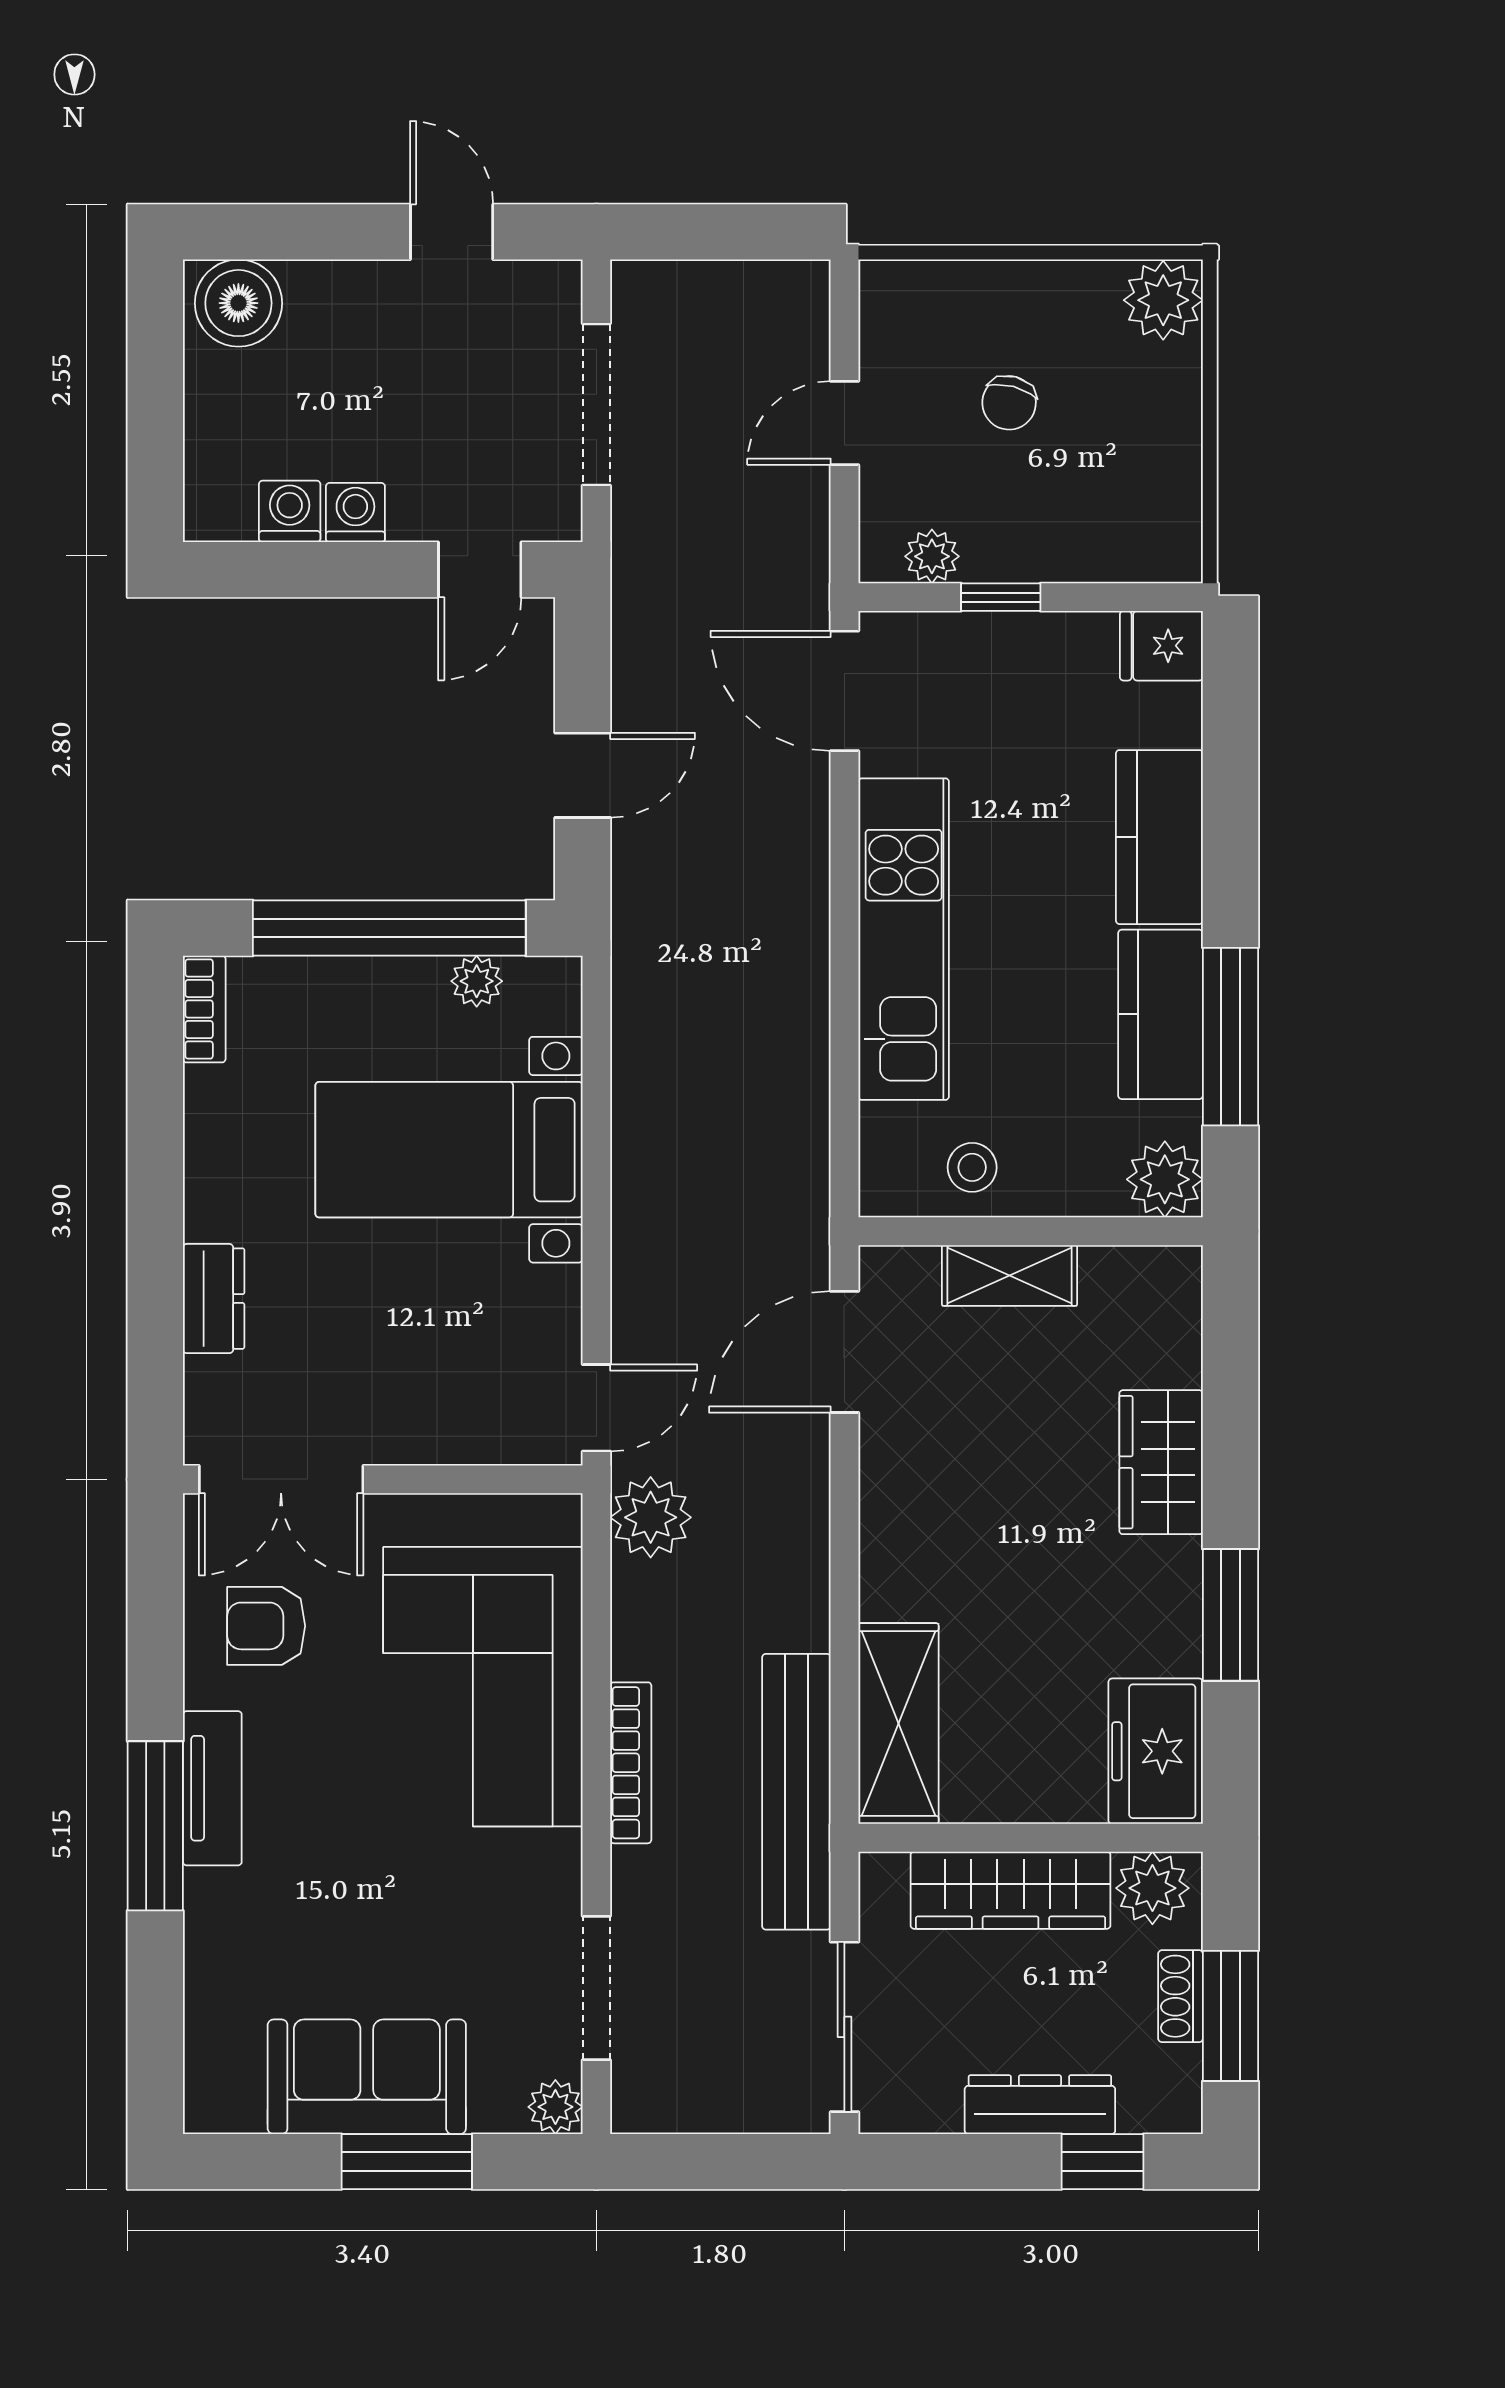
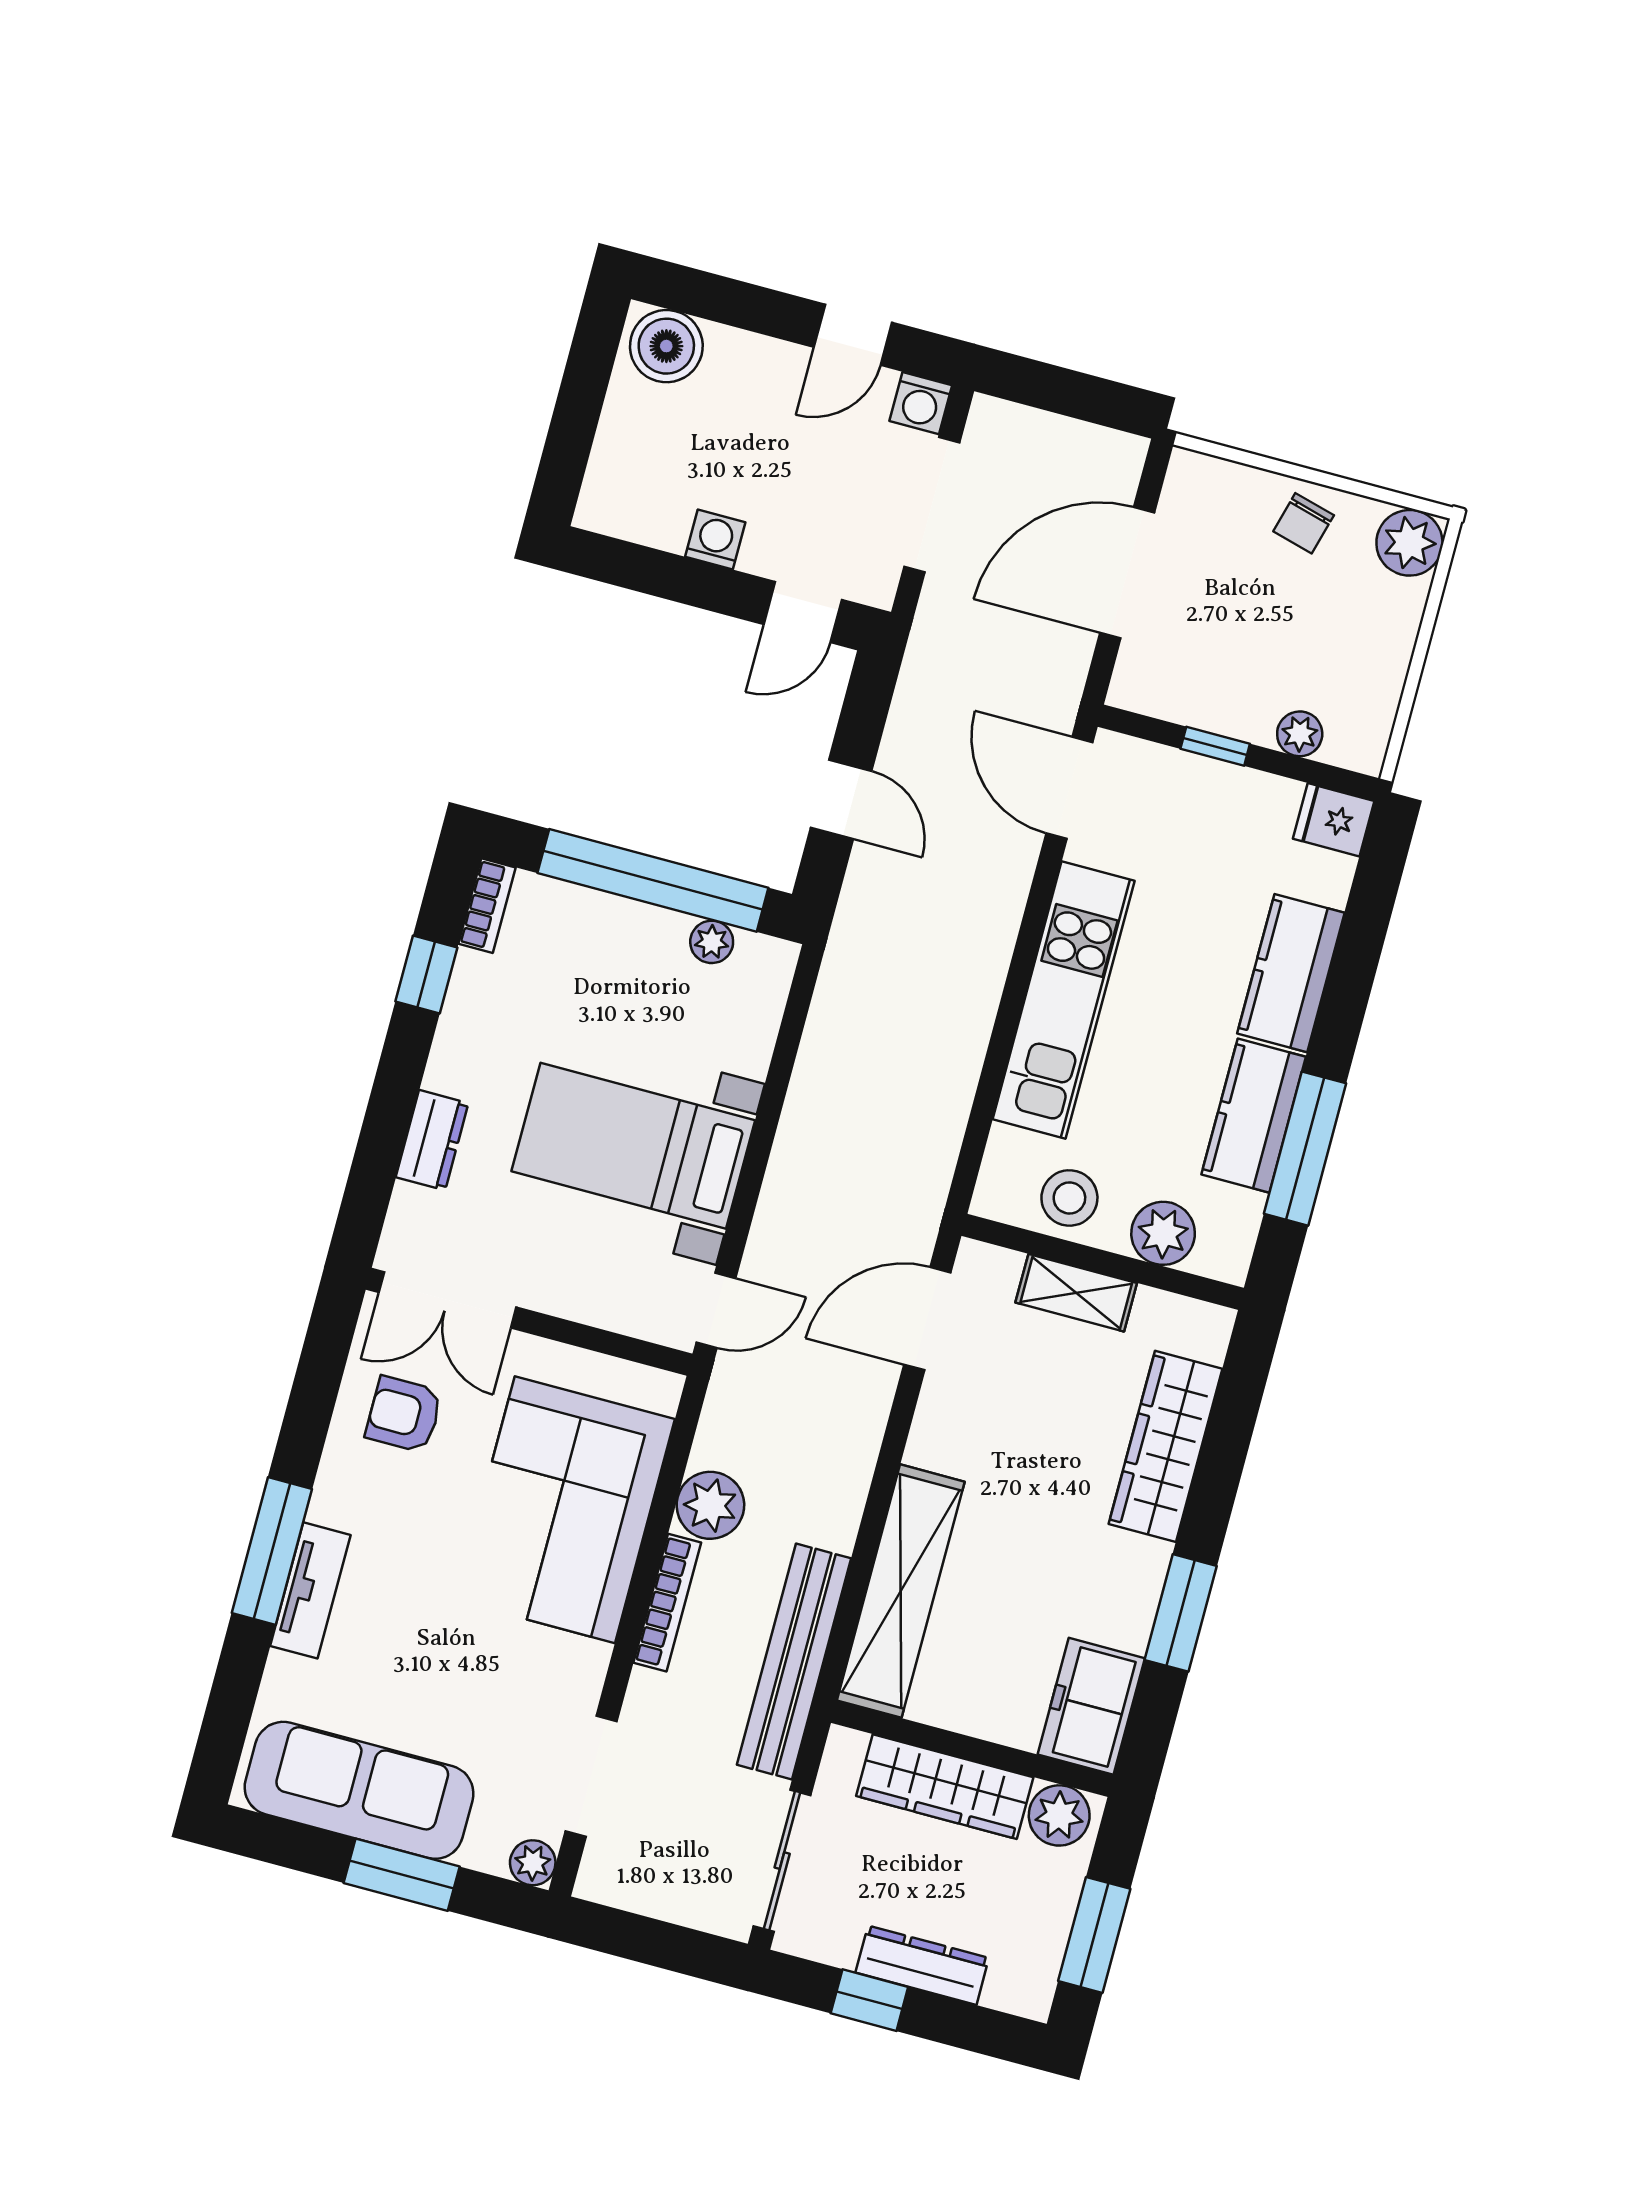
door: (452, 232) -> (853, 335), swing flipped
chair: (1009, 403) -> (1304, 523), moved
door: (844, 423) -> (1127, 573), width x1.88
washing machine: (290, 511) -> (921, 403), moved, turned 180
plant: (932, 556) -> (1300, 734), moved
door: (583, 775) -> (841, 799), hinge flipped
window: (155, 1108) -> (426, 975), added
bed with nightstands: (449, 1150) -> (633, 1146), moved
stool: (972, 1167) -> (1069, 1198), width x1.37, depth x1.37
plant: (1165, 1179) -> (1163, 1233), moved
wardrobe: (1161, 1462) -> (1166, 1446), width x1.50
plant: (651, 1517) -> (710, 1505), moved
shelving: (898, 1724) -> (901, 1591), width x1.47
tv unit: (212, 1788) -> (310, 1590), moved
shoe rack: (1181, 1996) -> (1058, 1908), removed
sofa: (367, 2077) -> (359, 1790), width x1.36
window: (1103, 2162) -> (869, 2000), moved

